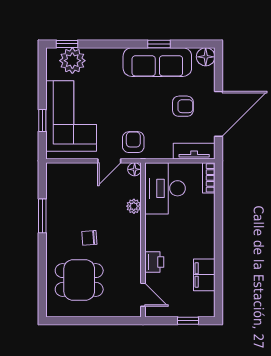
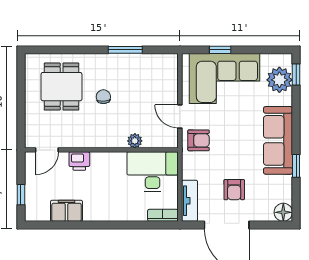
sofa: (157, 62) -> (278, 140), moved
floor lamp: (135, 169) -> (172, 142), removed

